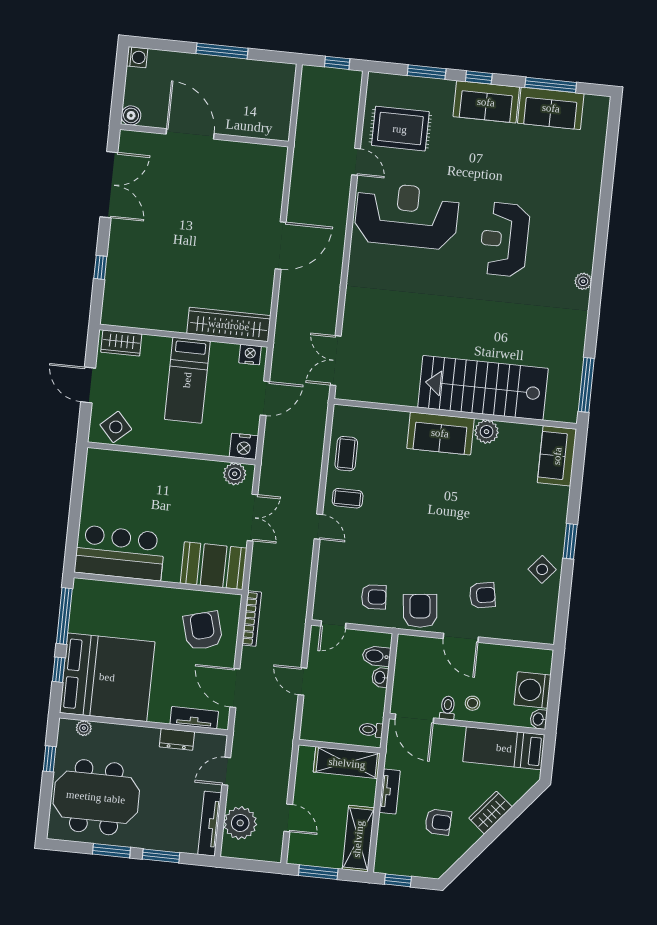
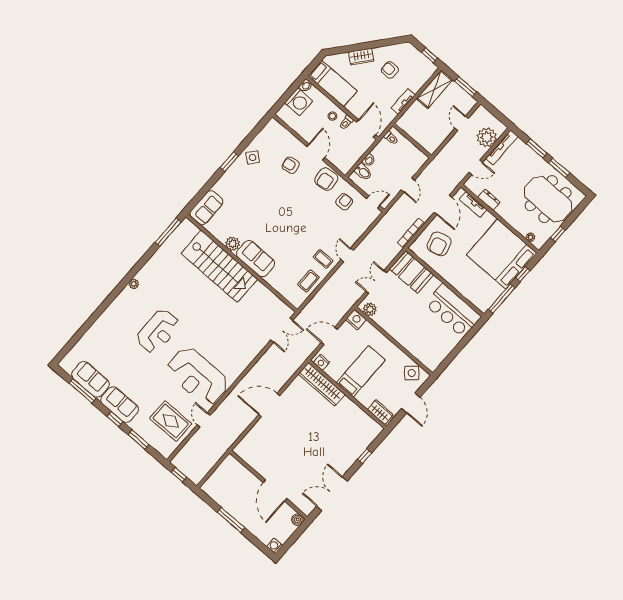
armchair: (374, 597) -> (344, 202), turned 94
shelving: (347, 763) -> (414, 130), removed

